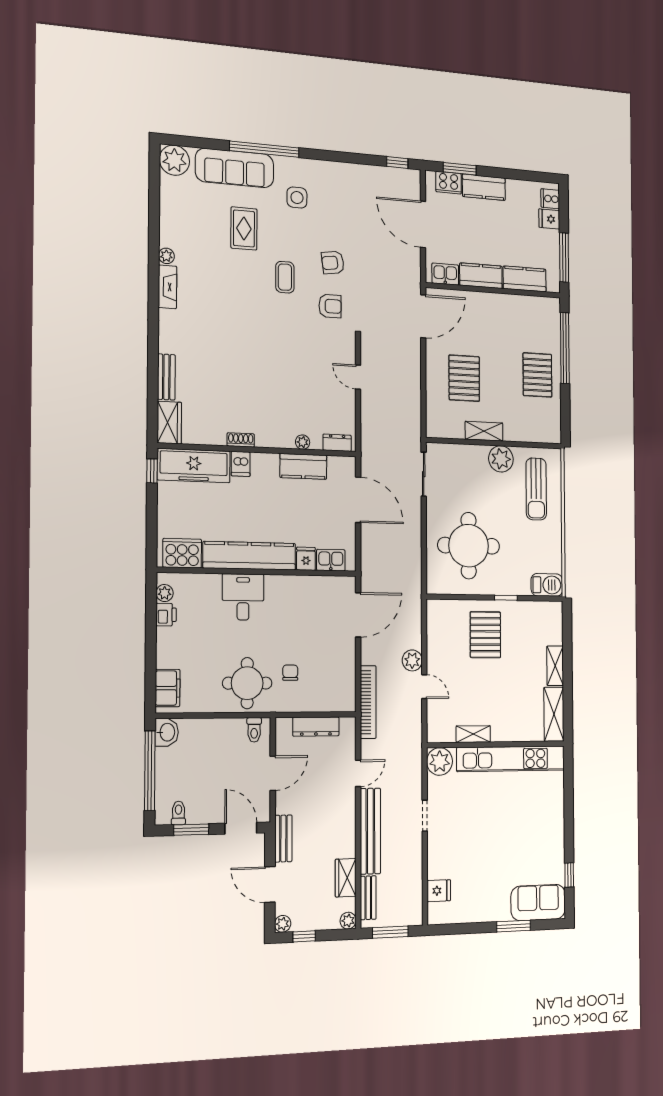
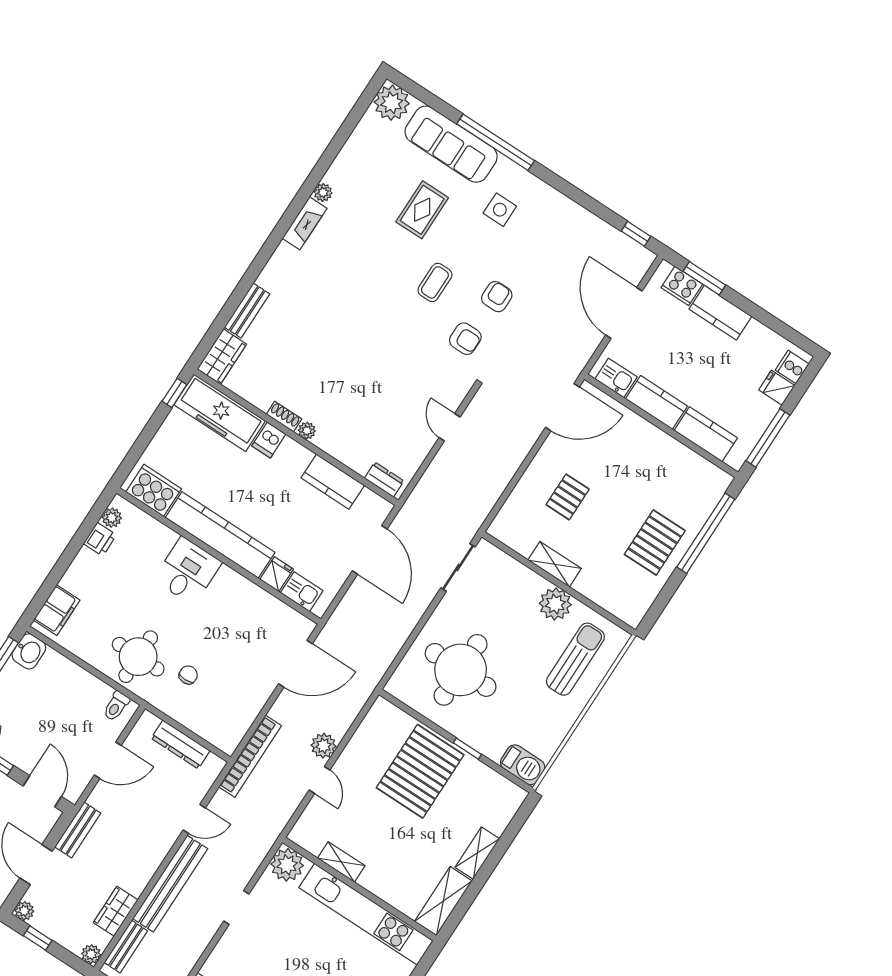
armchair: (333, 263) -> (497, 297), turned 98
pallet: (464, 378) -> (568, 497), width x0.67, depth x0.71
plant: (303, 442) -> (307, 431), moved
sun lounger: (536, 489) -> (575, 659), turned 180
pallet: (485, 635) -> (420, 771), width x1.37, depth x1.41

